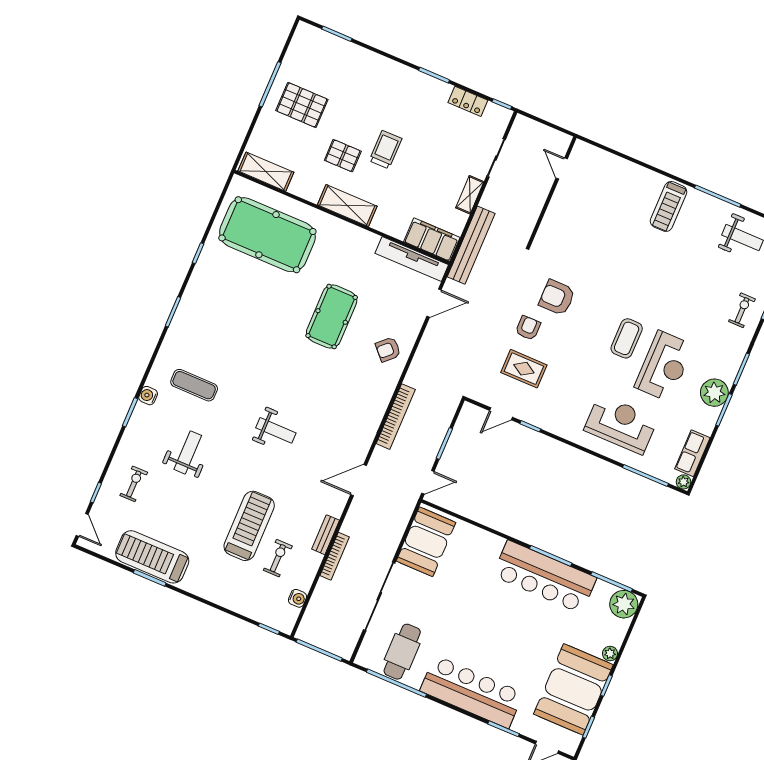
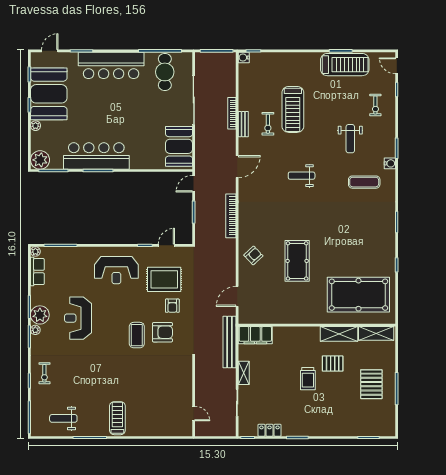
pallet: (302, 105) -> (371, 384), turned 90
shelving: (347, 205) -> (339, 334), moved
tv unit: (412, 259) -> (263, 318), removed
coffee table: (627, 338) -> (137, 335), moved
rug: (524, 369) -> (164, 279), width x1.36, depth x1.43
plant: (729, 375) -> (35, 330), added
reception desk: (621, 424) -> (116, 270), moved
exercise bike: (278, 558) -> (268, 124), moved
water cooler: (297, 598) -> (244, 58), moved

